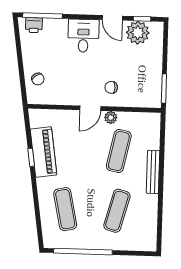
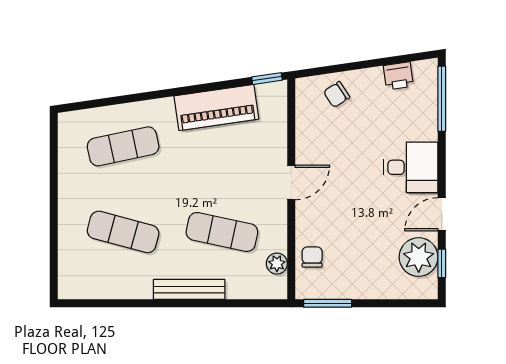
printer: (34, 25) -> (398, 76), moved, turned -98
chair: (111, 87) -> (312, 257), moved
door: (90, 108) -> (291, 182), swing flipped
plant: (111, 118) -> (277, 264), moved
window: (31, 157) -> (267, 79), moved
window: (83, 252) -> (54, 178), removed

